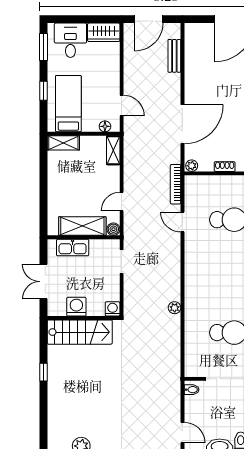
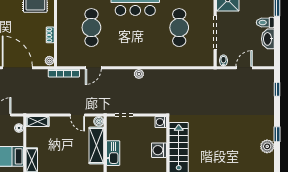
plant: (175, 308) -> (139, 74), moved
door: (182, 433) -> (244, 68), moved

